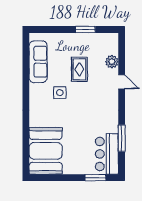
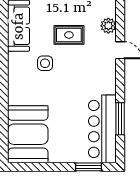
rug: (79, 69) -> (69, 35), turned 90
bar counter: (107, 154) -> (102, 129), width x1.36

